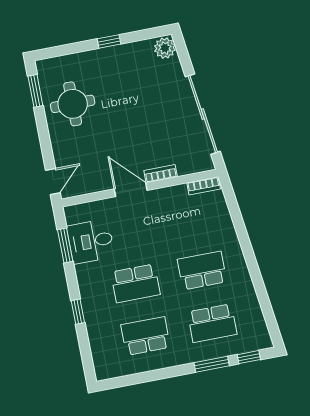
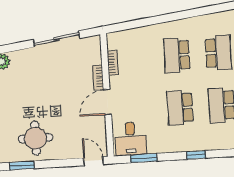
sliding door: (203, 114) -> (56, 39), width x0.73
bookcase: (204, 186) -> (113, 63), moved
desk: (91, 241) -> (131, 139), moved
school desk: (135, 283) -> (180, 108), turned 180

